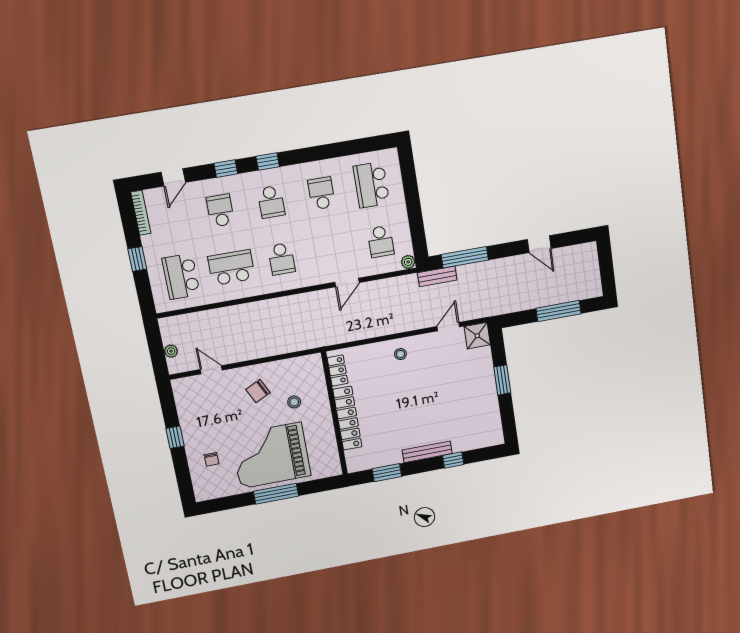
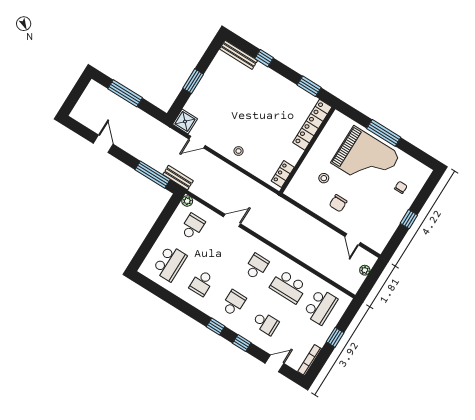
school desk: (220, 211) -> (266, 323), turned -90
chair: (258, 391) -> (338, 203), turned 116
locker: (347, 418) -> (312, 125), moved
bench: (427, 452) -> (239, 55), moved

